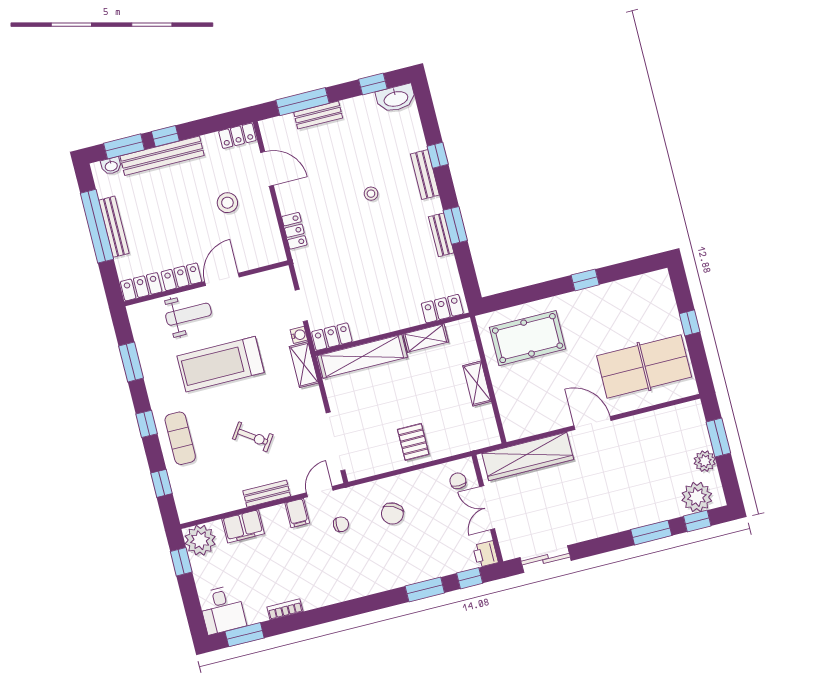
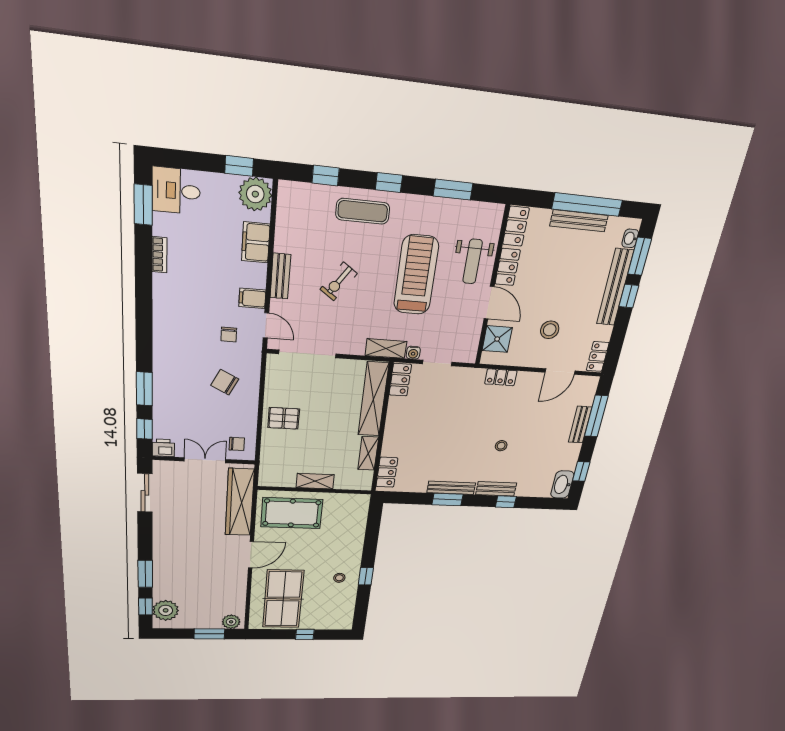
bench: (441, 235) -> (451, 488), width x1.36
shower: (256, 254) -> (497, 339), added
stool: (596, 311) -> (339, 578), added
pool table: (528, 338) -> (292, 513), moved, turned 90
plant: (705, 461) -> (231, 622), moved

